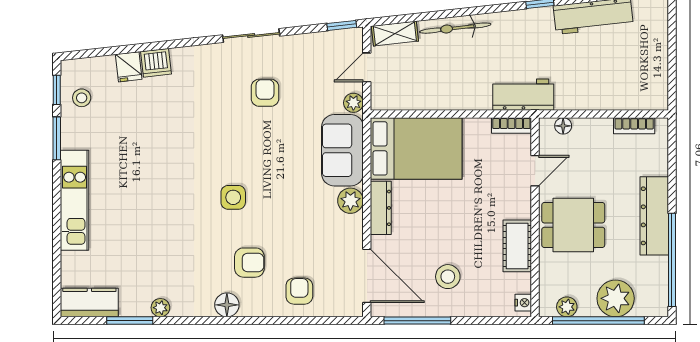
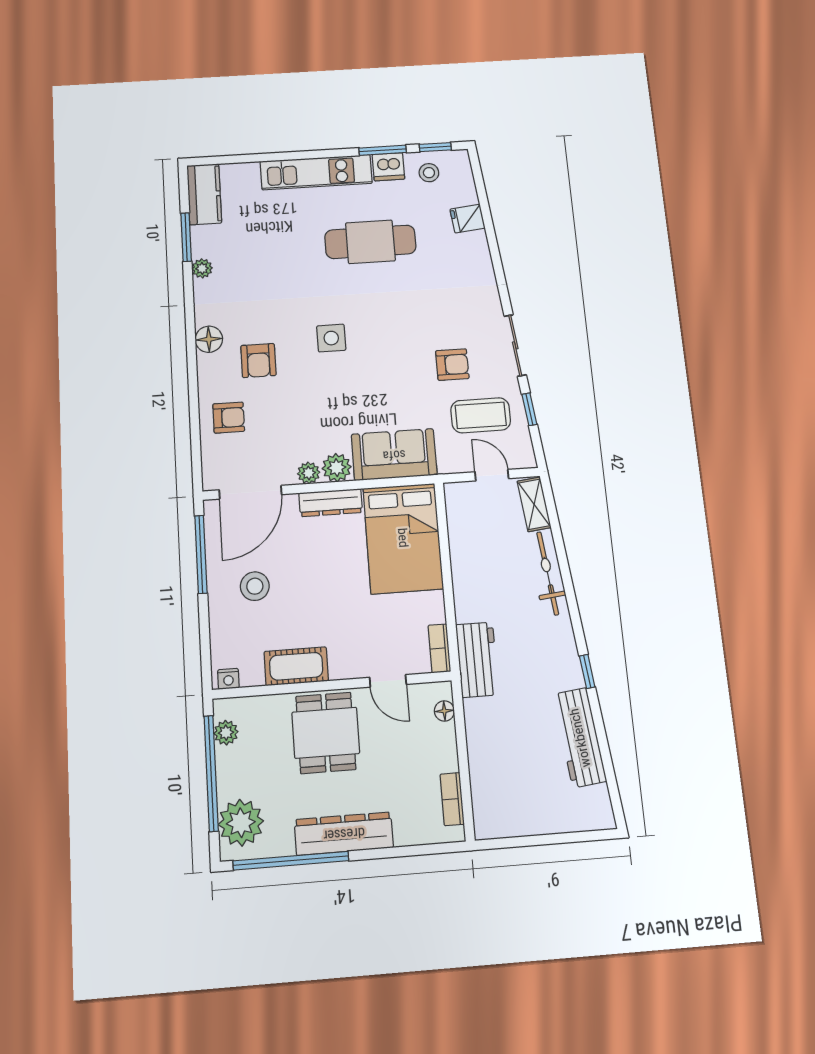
window: (342, 25) -> (529, 409), moved
dishwasher: (156, 63) -> (388, 167), moved, turned -84
coffee table: (313, 72) -> (481, 415), added
plant: (353, 103) -> (309, 473), moved
cafe table: (145, 156) -> (370, 242), added
plant: (616, 298) -> (241, 823), moved

